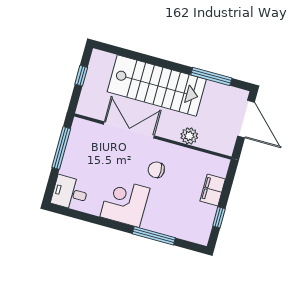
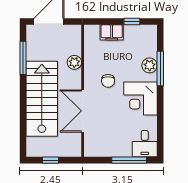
window: (61, 148) -> (129, 160), moved
plant: (161, 224) -> (150, 65), added

